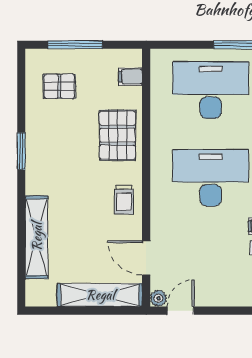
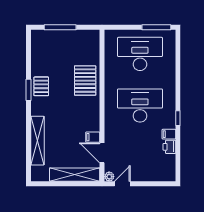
filing cabinet: (130, 77) -> (93, 137), moved
pallet: (59, 86) -> (41, 86), moved, turned 90
trolley: (124, 200) -> (89, 118), removed

